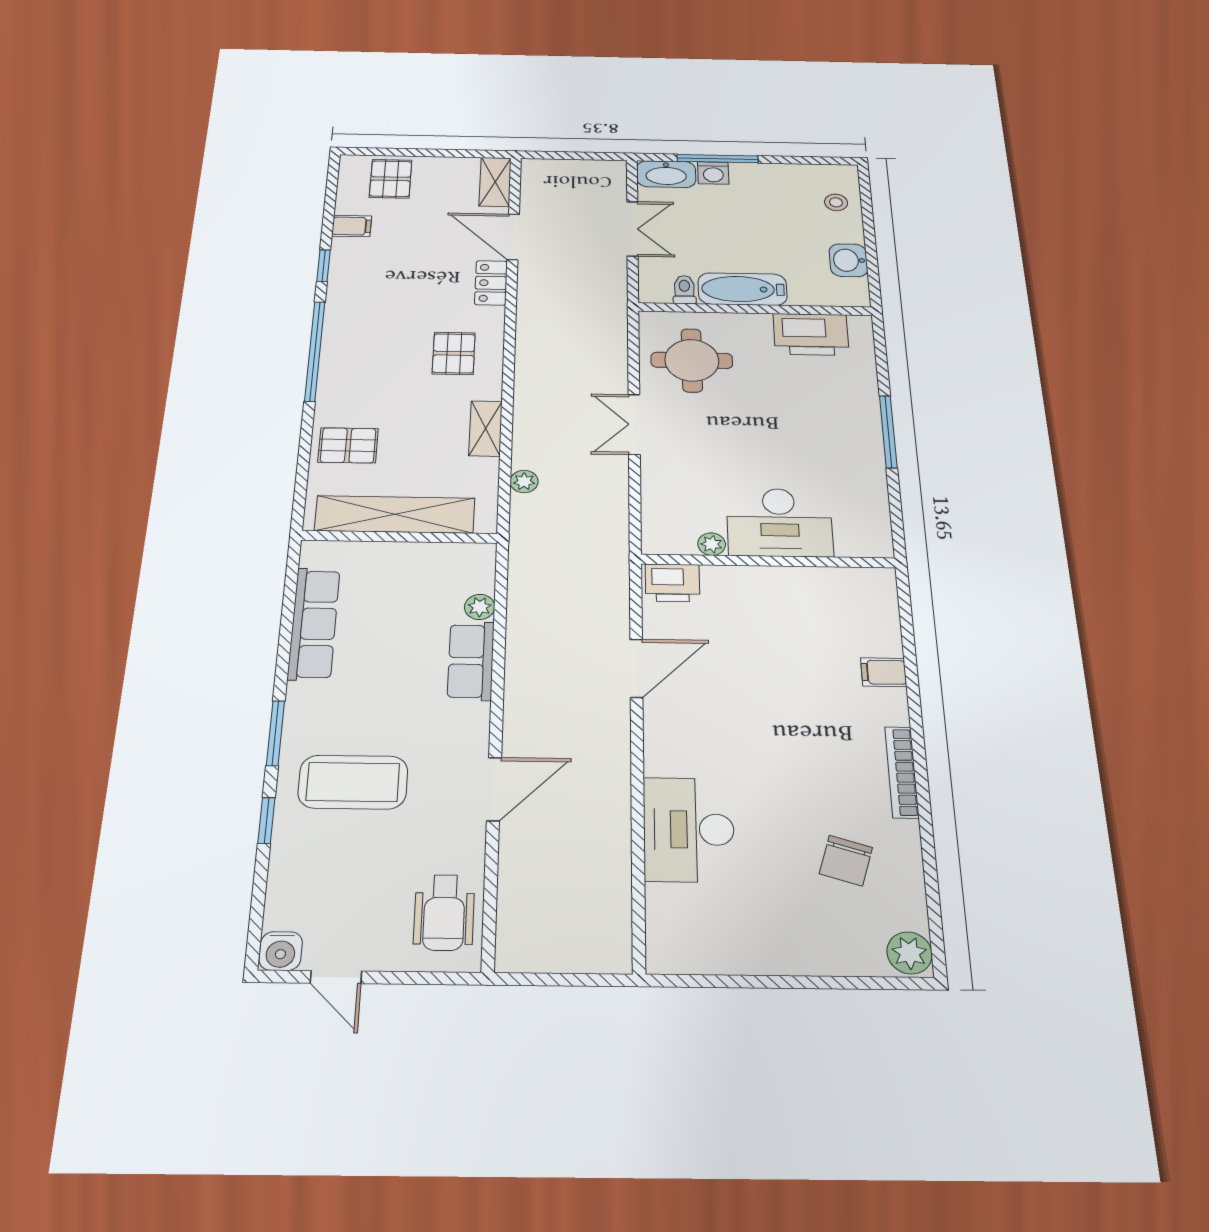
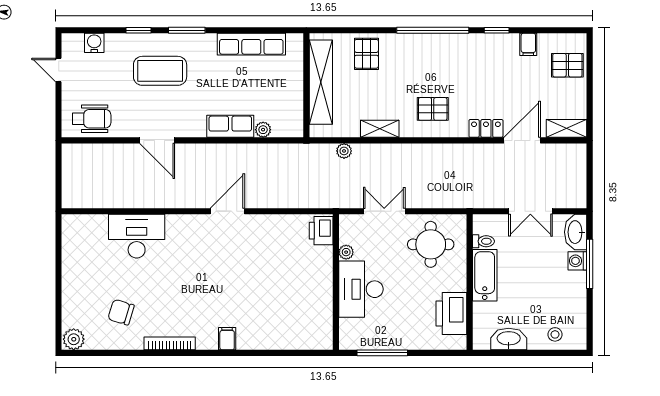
washbasin: (848, 260) -> (509, 339), width x1.38
desk: (779, 522) -> (361, 289), moved
plant: (712, 544) -> (346, 252), moved
wall: (768, 561) -> (336, 282), moved
printer: (672, 583) -> (321, 231), moved
door: (636, 668) -> (227, 211), swing flipped
coffee table: (353, 782) -> (160, 71), turned 90
wheelchair: (444, 912) -> (92, 119), turned 180
water cooler: (281, 951) -> (94, 43), moved, turned 90
door: (336, 977) -> (59, 70), hinge flipped

